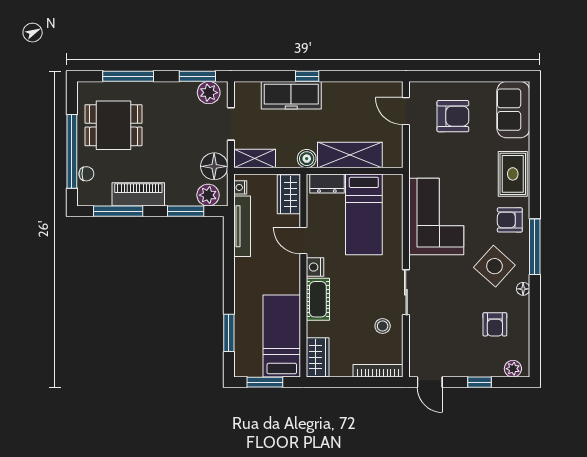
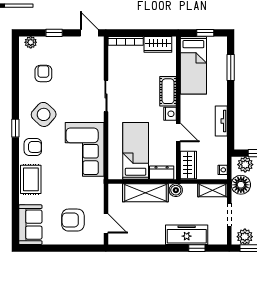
window: (307, 76) -> (197, 248), moved
tv unit: (242, 226) -> (221, 121), moved, width x0.71
window: (535, 247) -> (15, 128), width x0.46
floor lamp: (523, 289) -> (23, 99), removed
stool: (383, 326) -> (122, 72), removed
wardrobe: (318, 357) -> (158, 44), moved, turned -90
window: (265, 382) -> (205, 33), width x0.67

